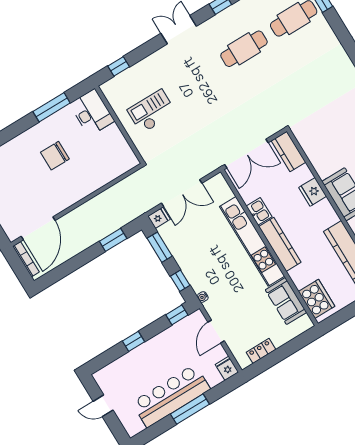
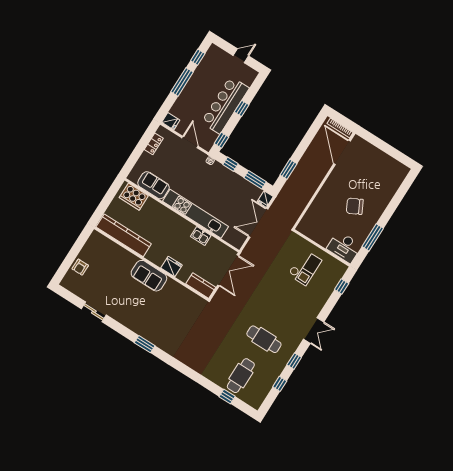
cafe table: (244, 49) -> (264, 339), turned 90
double door: (246, 154) -> (228, 270), swing flipped
chair: (55, 156) -> (355, 206), turned -117
kitchen counter: (280, 244) -> (176, 221), removed
bar counter: (171, 396) -> (225, 105), moved, turned 180
window: (156, 430) -> (198, 57), added

